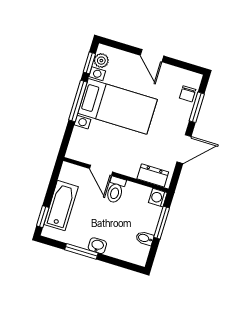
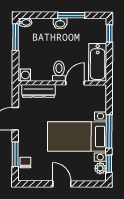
door: (101, 170) -> (75, 83), hinge flipped
dresser: (153, 175) -> (38, 91), width x1.44
bathtub: (61, 206) -> (98, 62), moved
window: (162, 223) -> (16, 37), moved
bidet: (145, 238) -> (25, 22), moved

